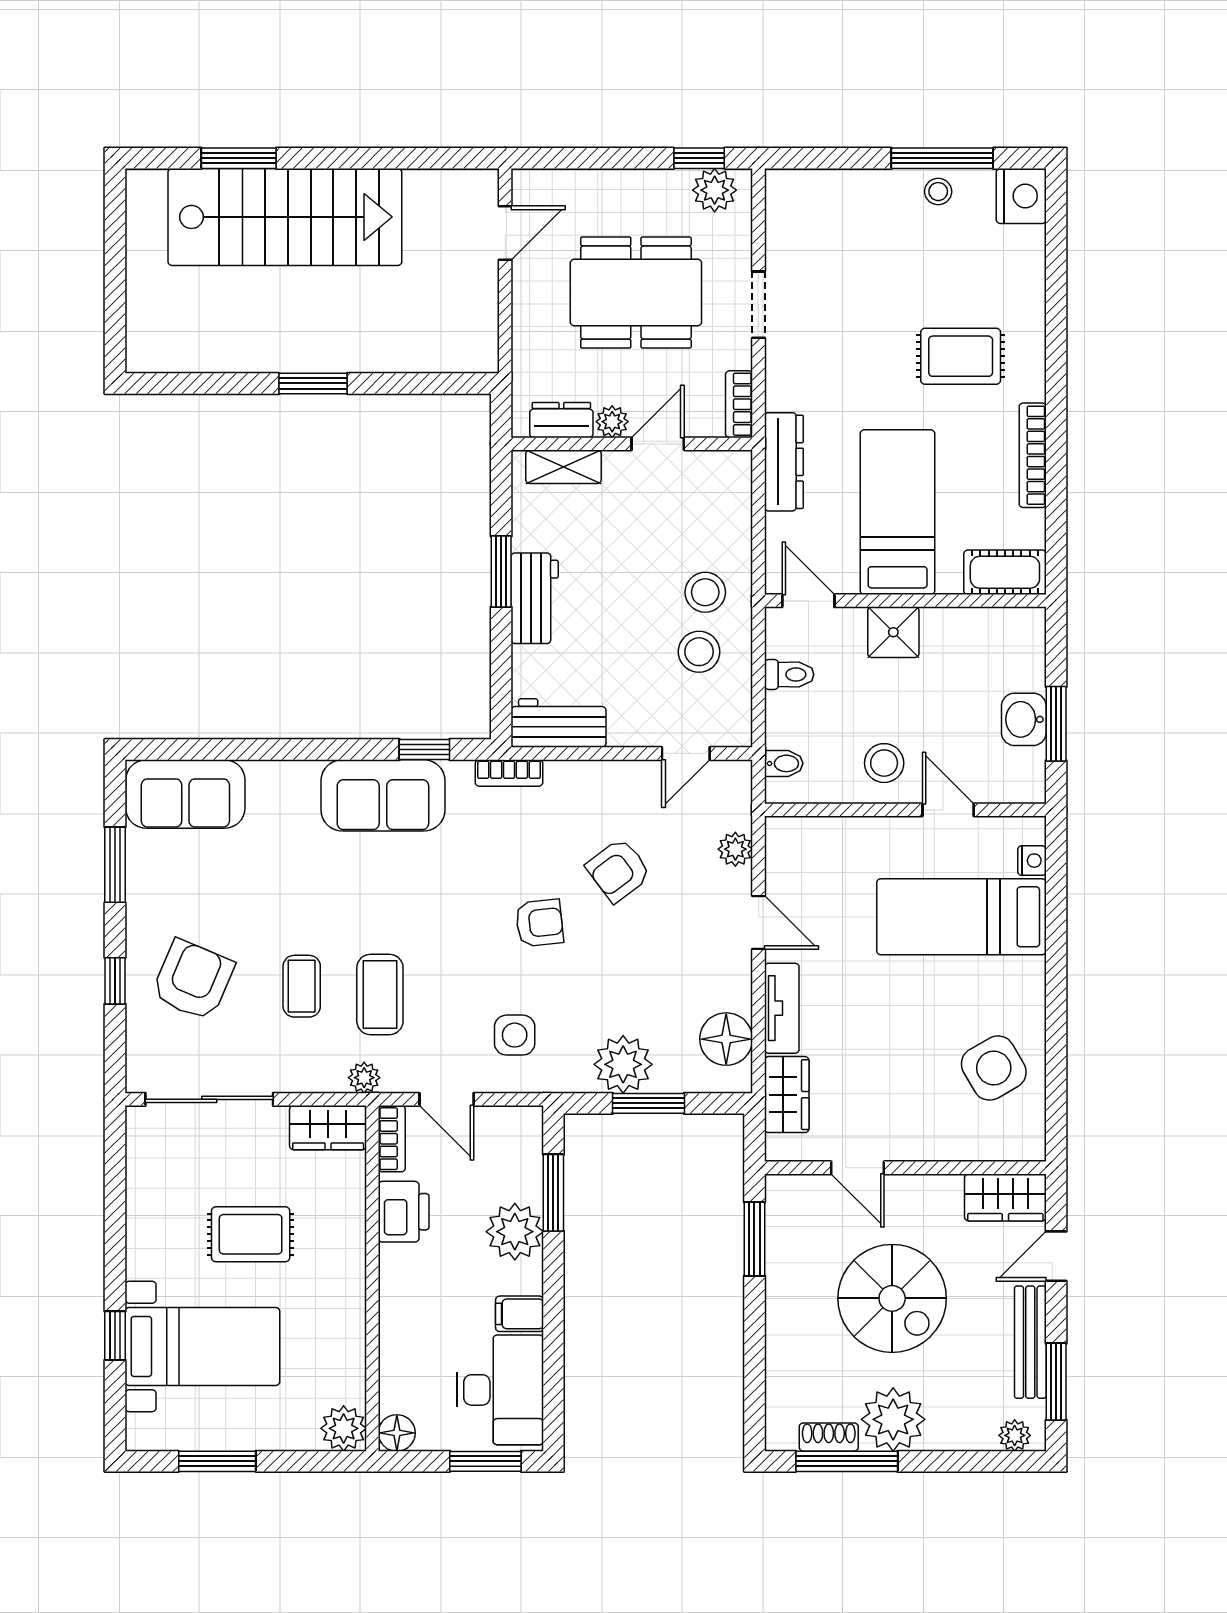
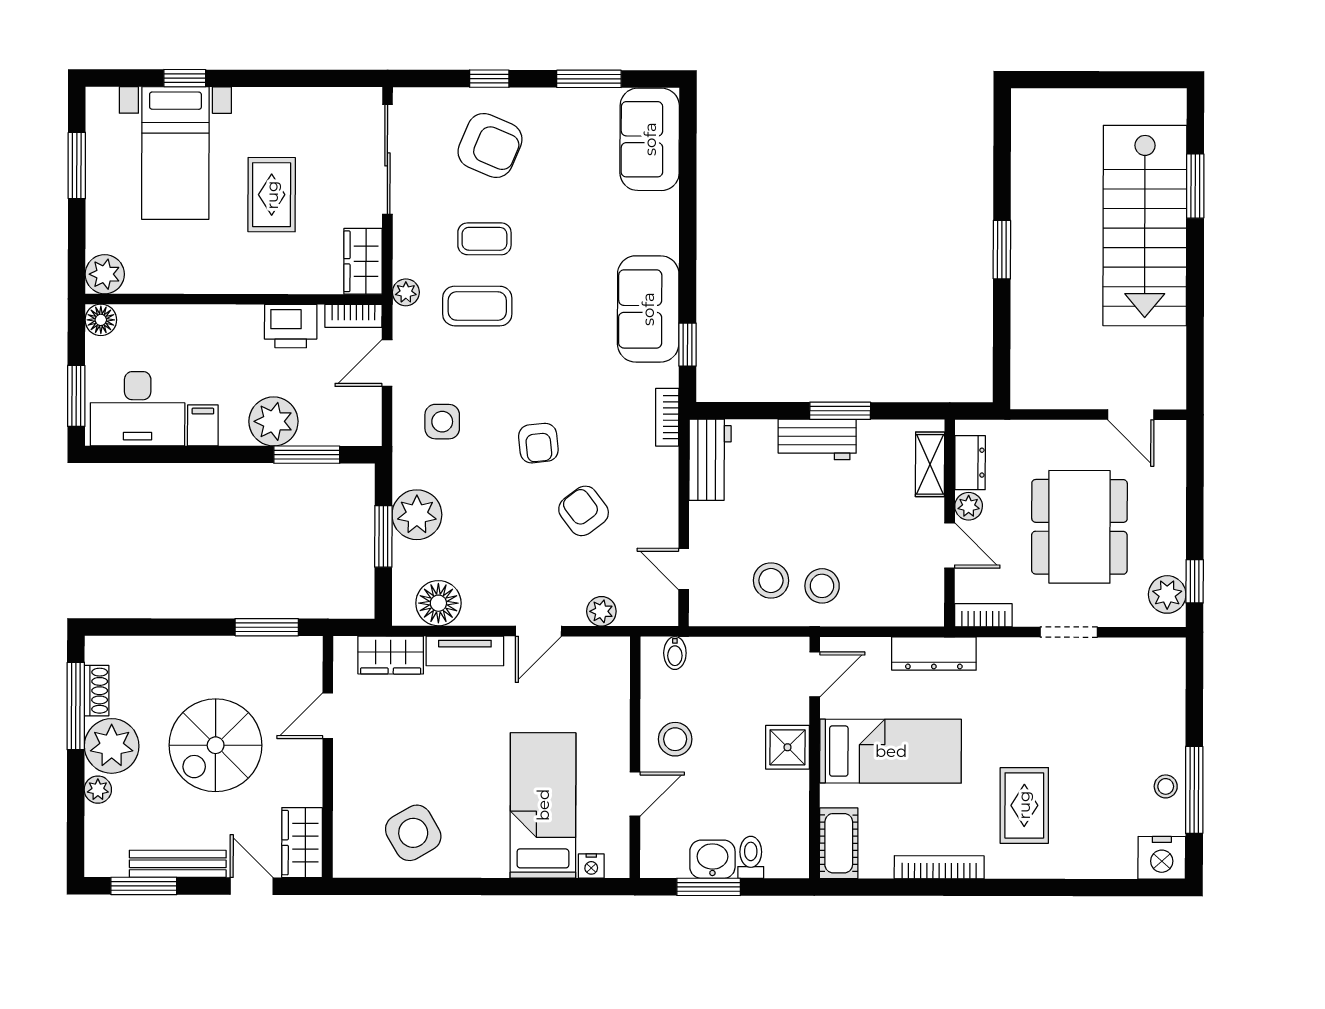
toilet: (789, 674) -> (751, 857), moved, turned 180
plant: (1015, 1435) -> (98, 790), moved

